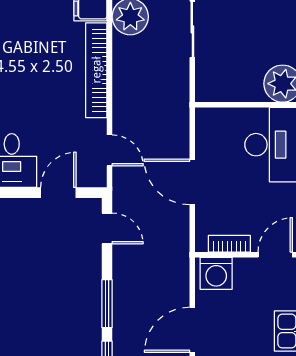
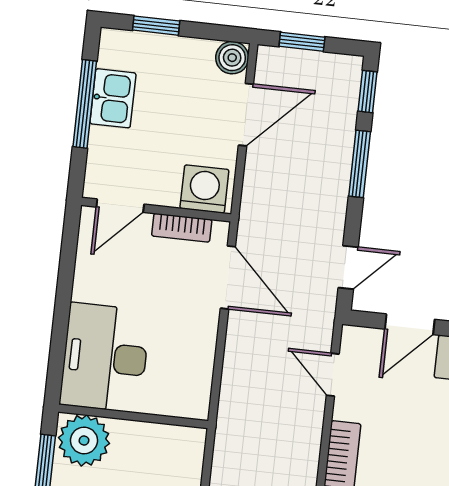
door: (192, 182) -> (228, 277), moved
door: (107, 229) -> (348, 267), swing flipped

